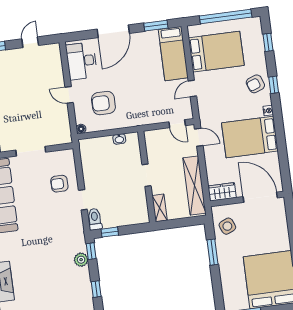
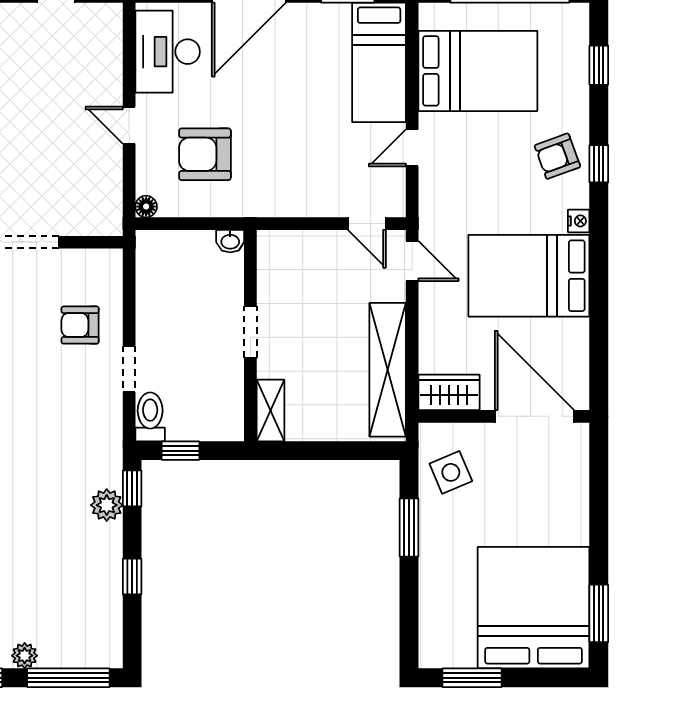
doorway: (147, 175) -> (250, 332), moved
wall: (147, 177) -> (250, 336), moved
shelving: (160, 208) -> (270, 410), moved

